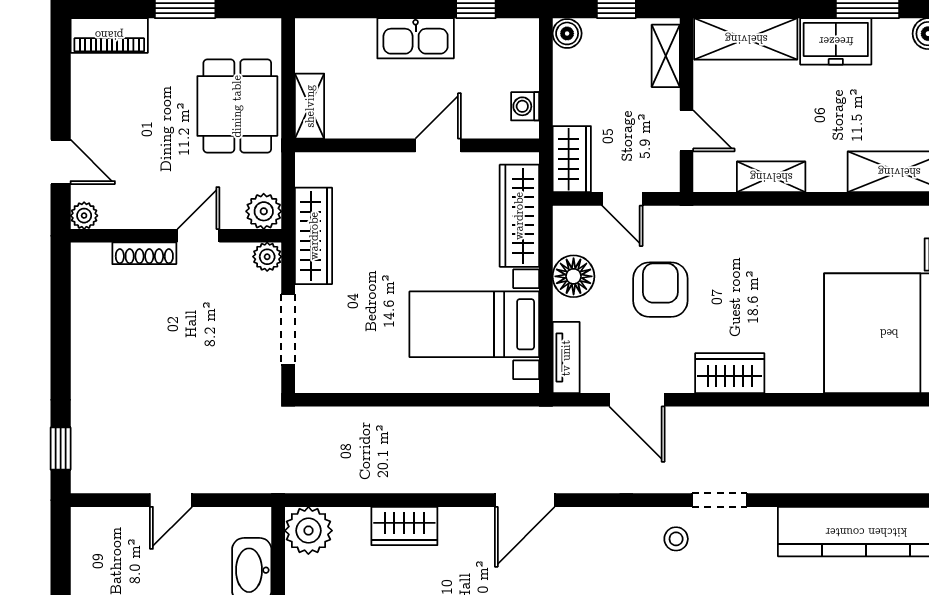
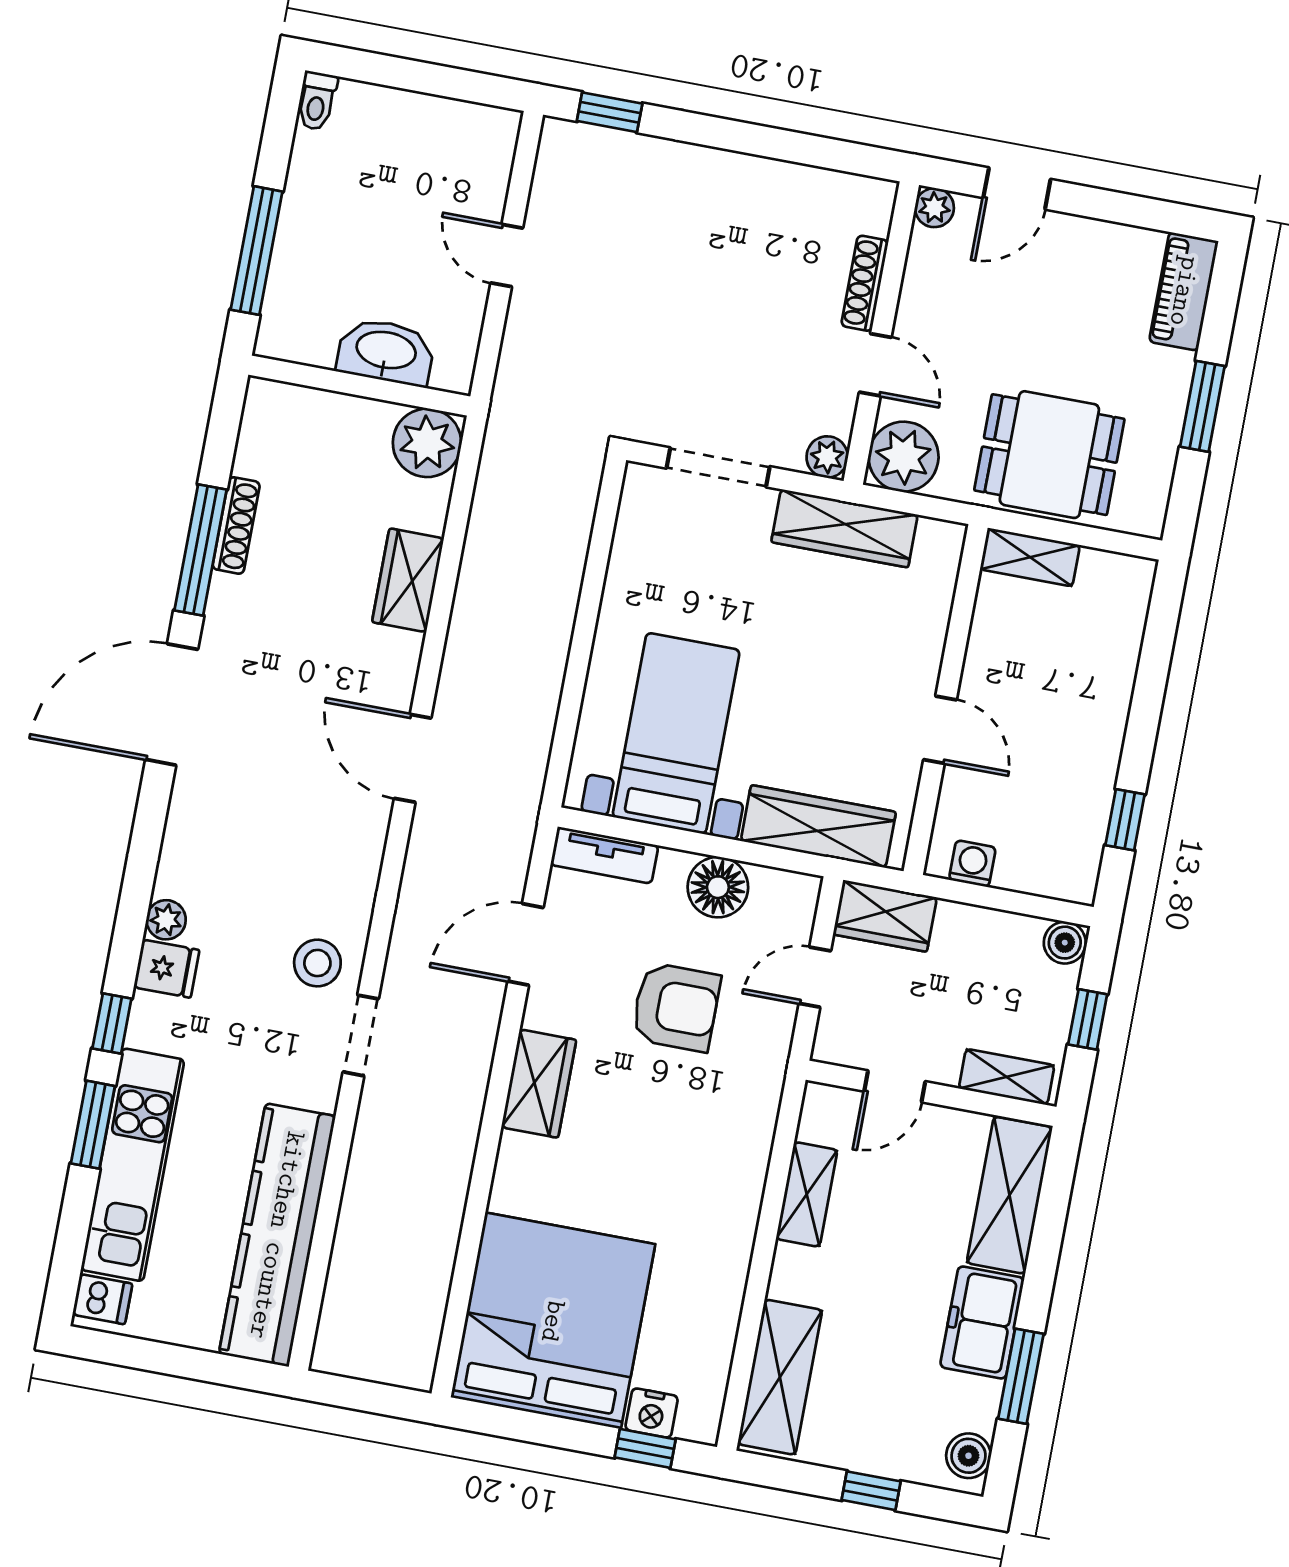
kitchen sink: (416, 38) -> (1098, 726), removed
plant: (264, 211) -> (904, 457), width x1.36, depth x1.36
stool: (676, 539) -> (317, 963), width x1.37, depth x1.37

